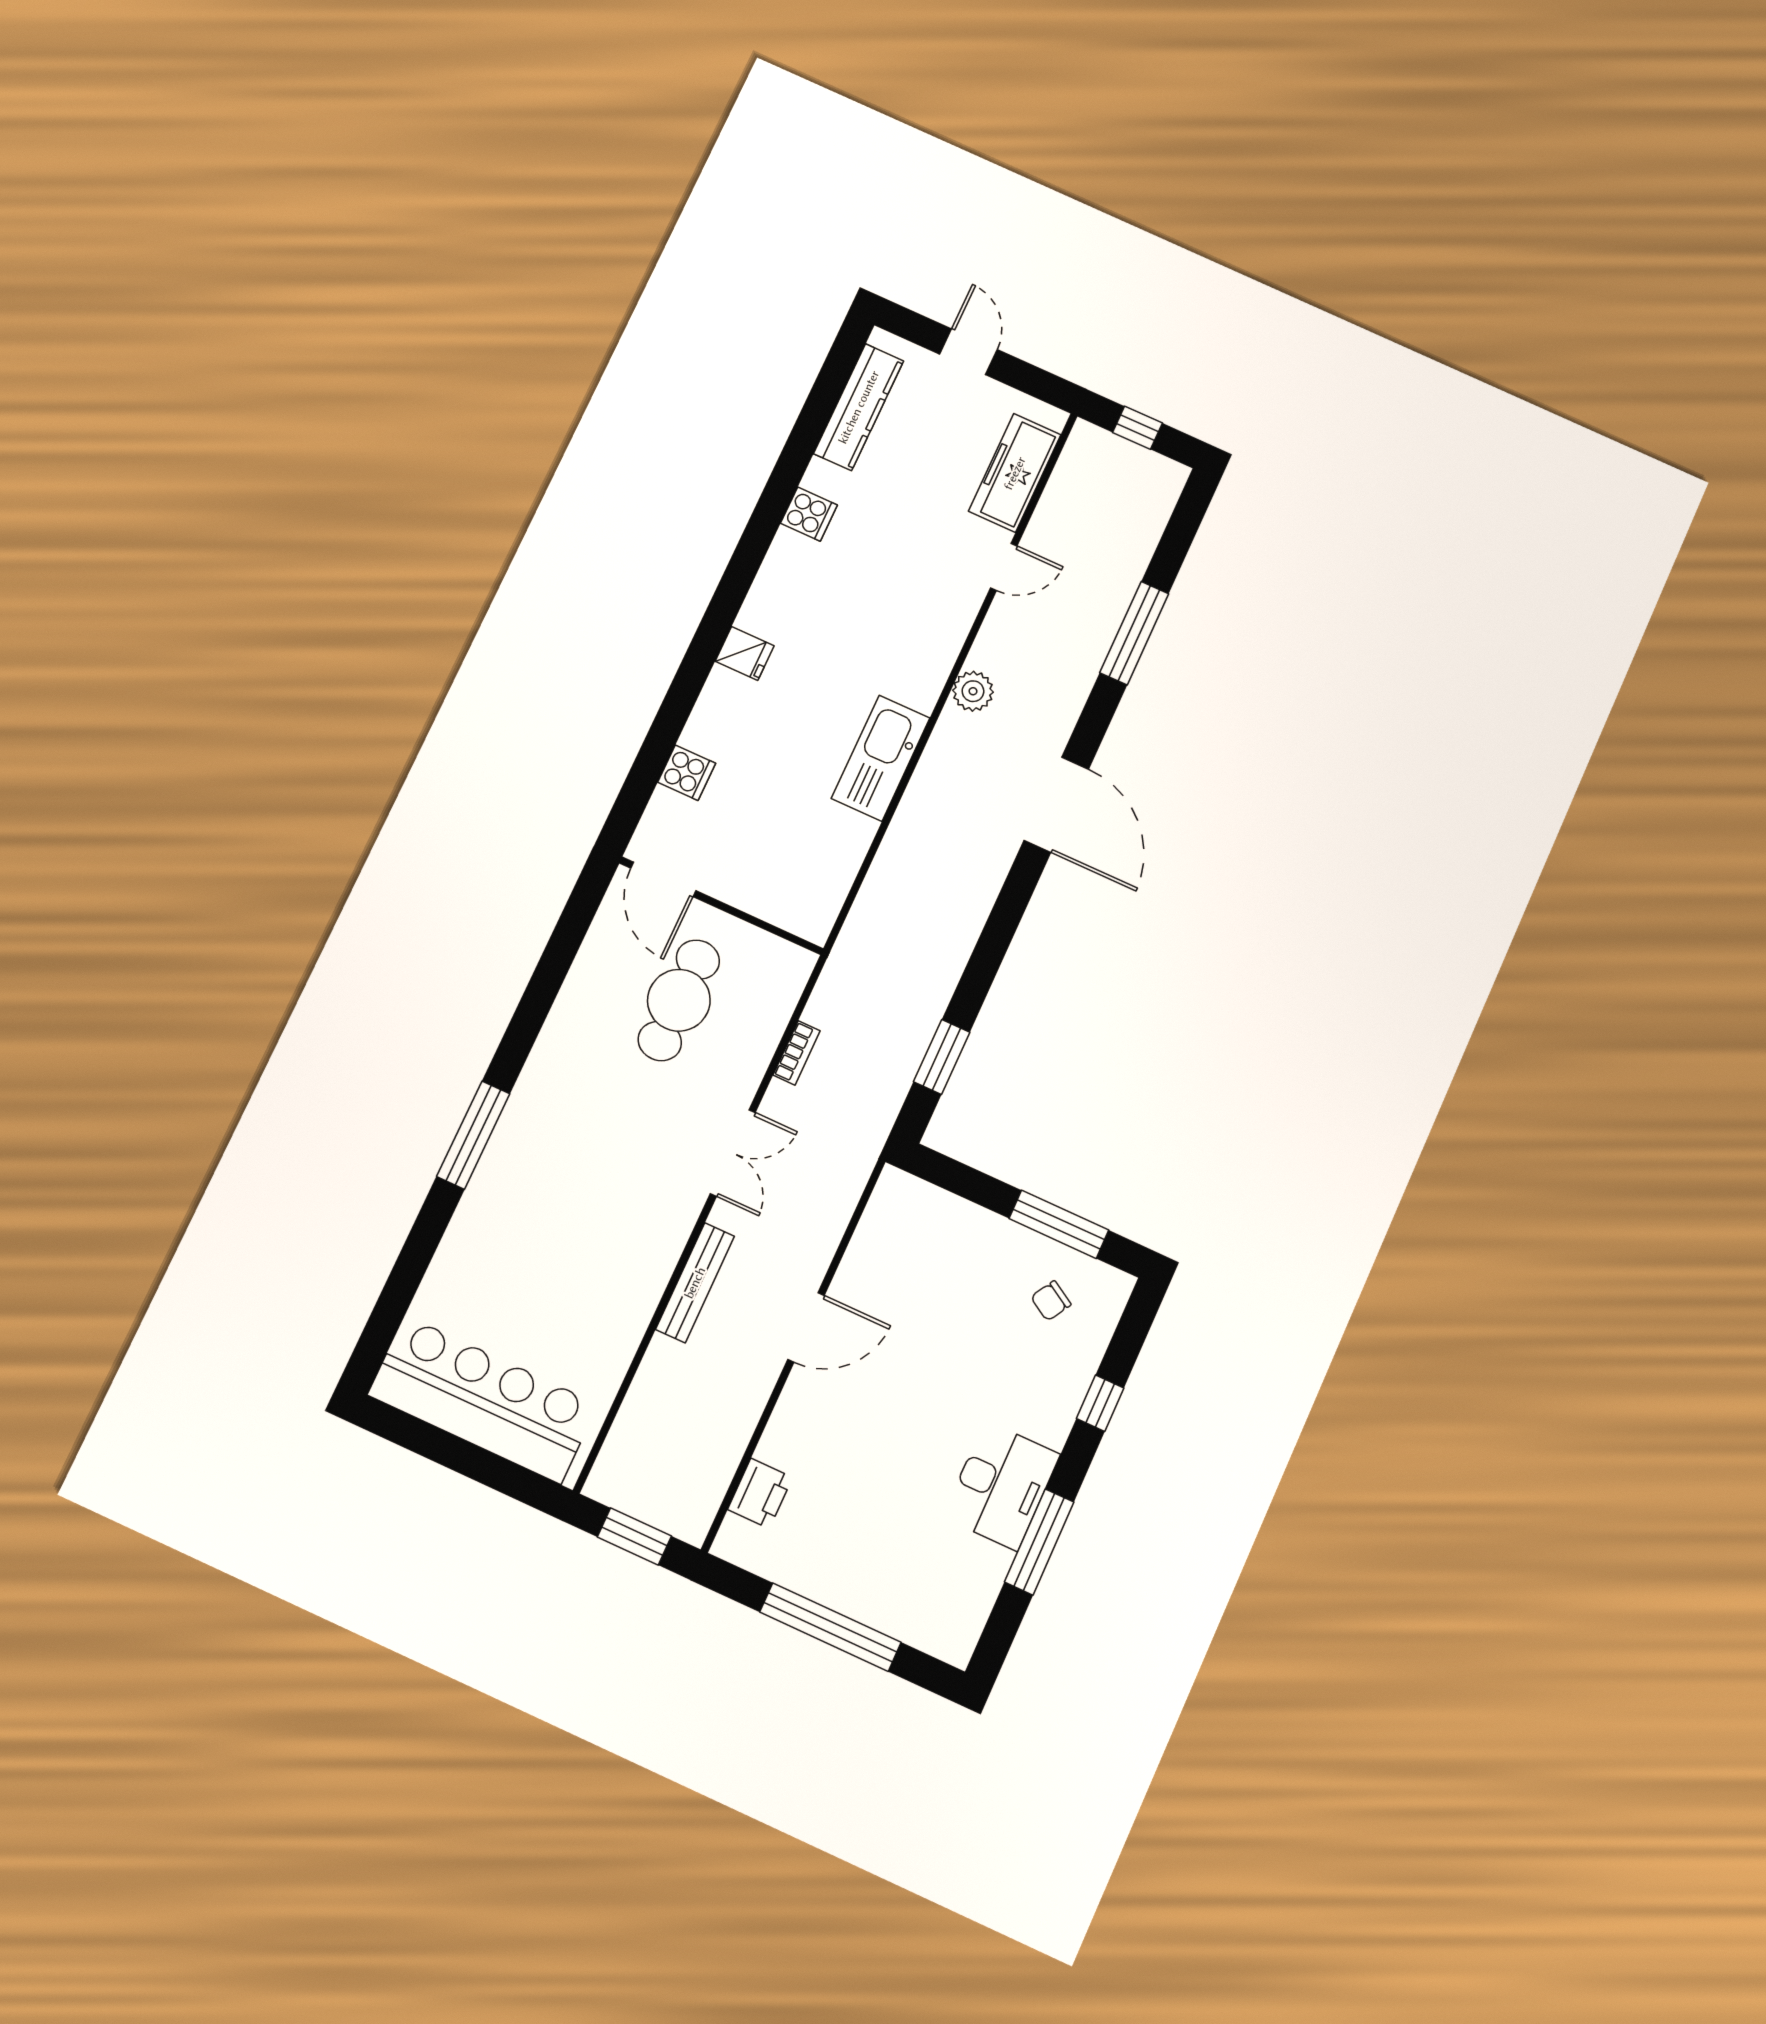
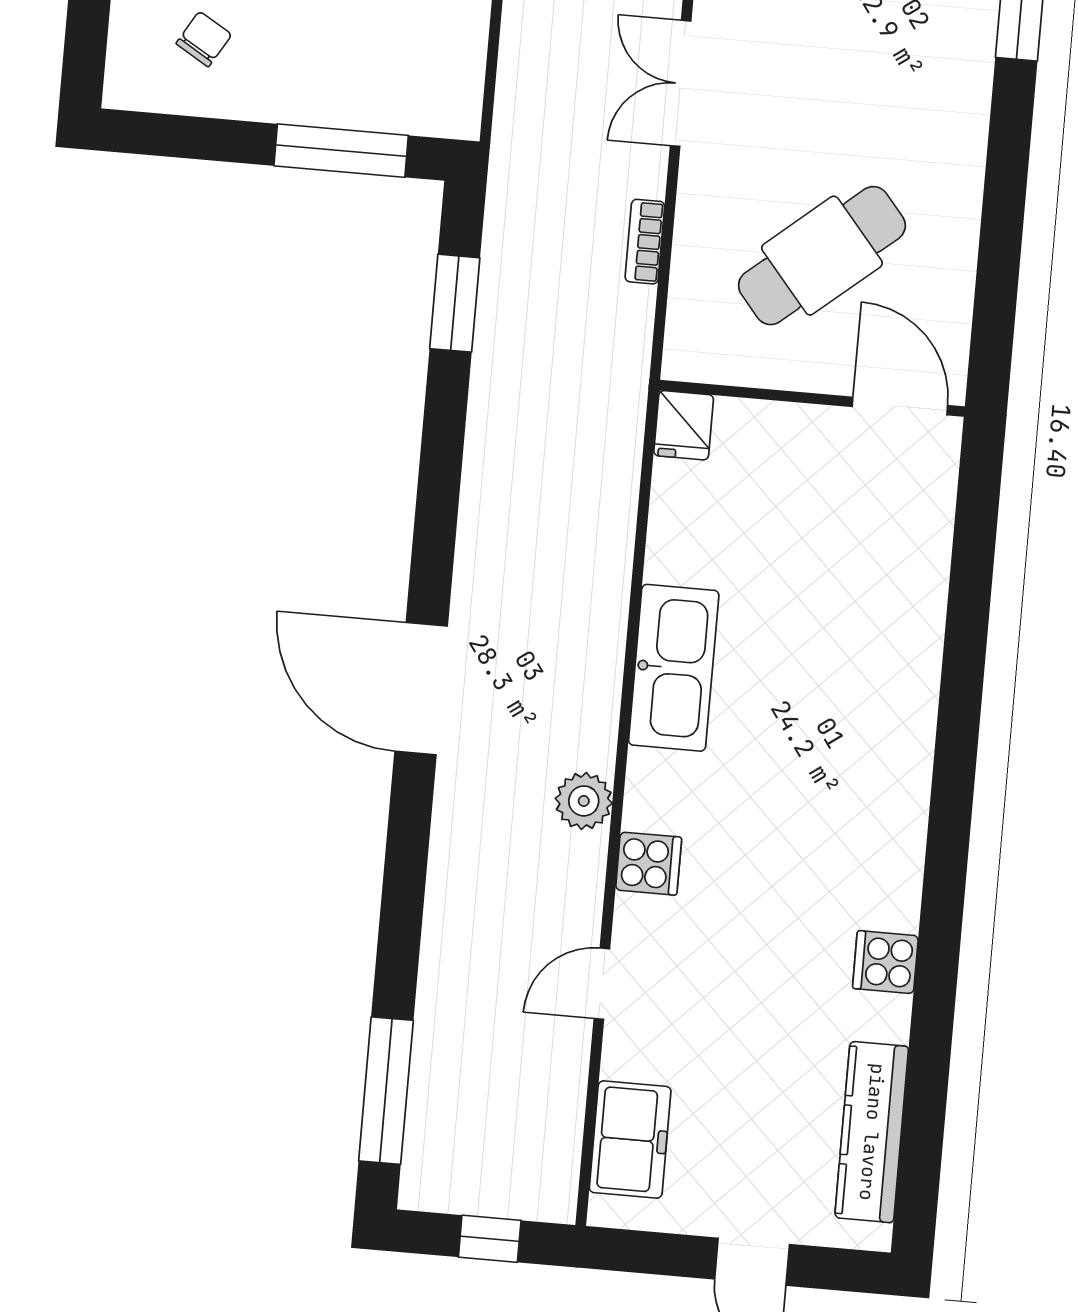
freezer: (1015, 473) -> (630, 1140), width x0.71
window: (1134, 633) -> (386, 1091), moved
fridge: (745, 653) -> (684, 425), moved, turned -90
cooker: (687, 773) -> (649, 864), moved, turned 180
cafe table: (679, 1000) -> (822, 256), turned 50
window: (1059, 1224) -> (341, 151), moved

